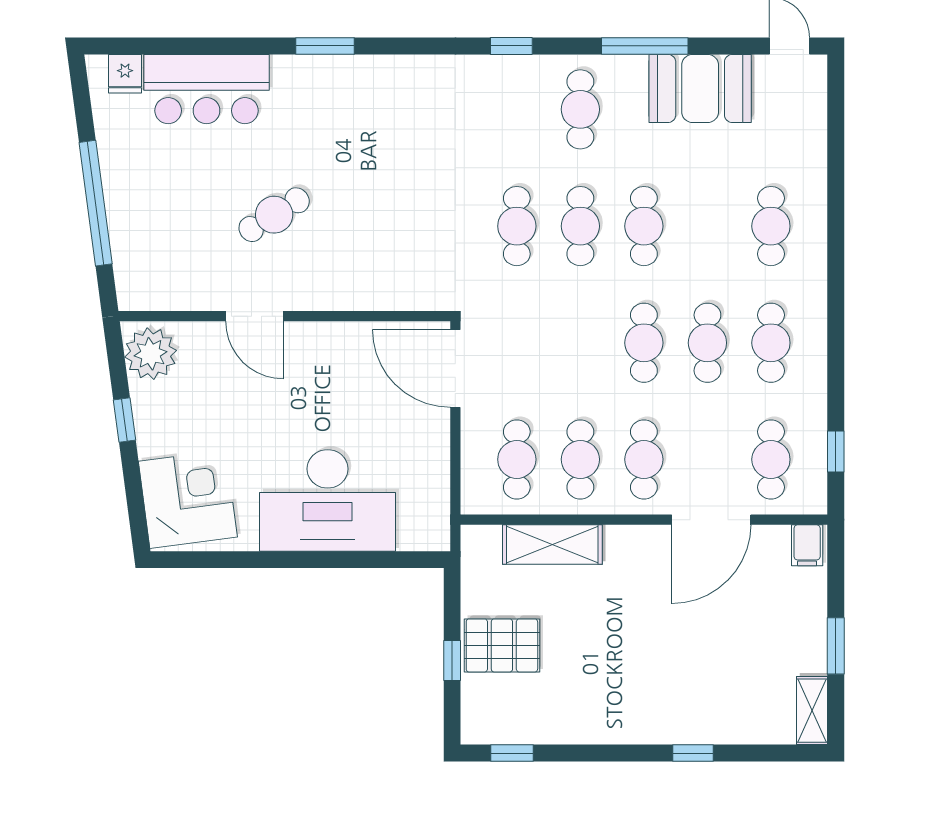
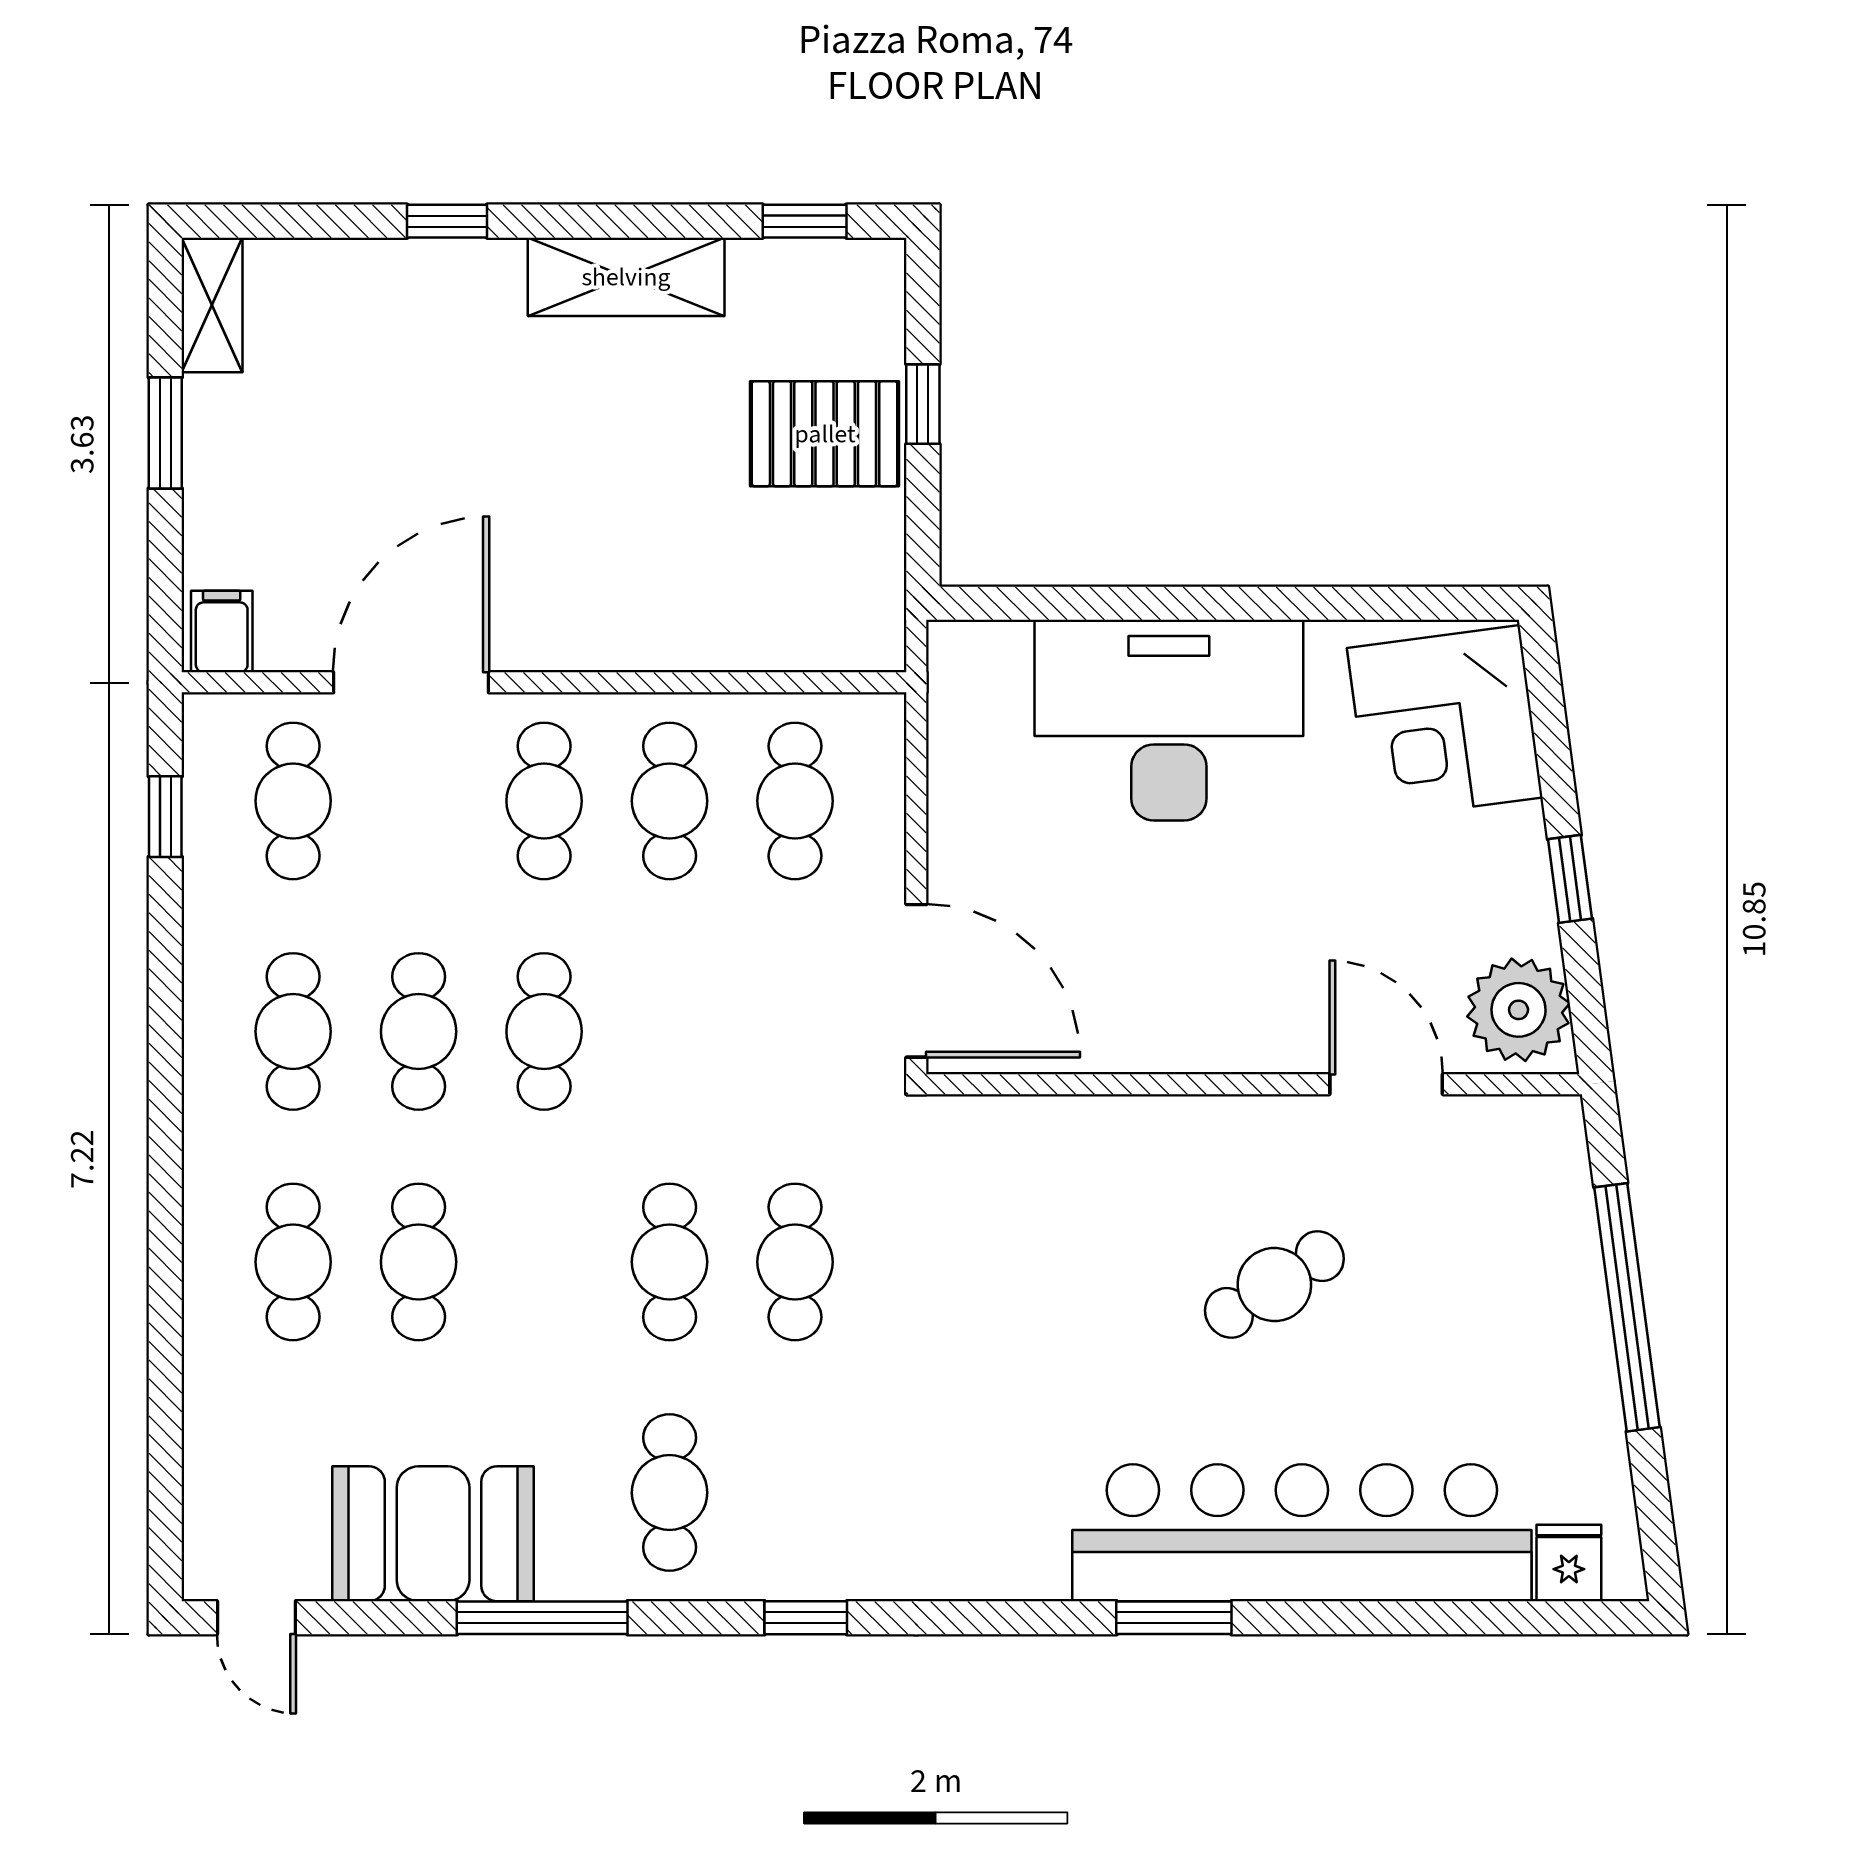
bar counter: (207, 89) -> (1302, 1533), width x1.86
cafe table: (644, 226) -> (419, 1262), moved
door: (254, 316) -> (1386, 1084), moved
shelving: (552, 544) -> (626, 277), moved

